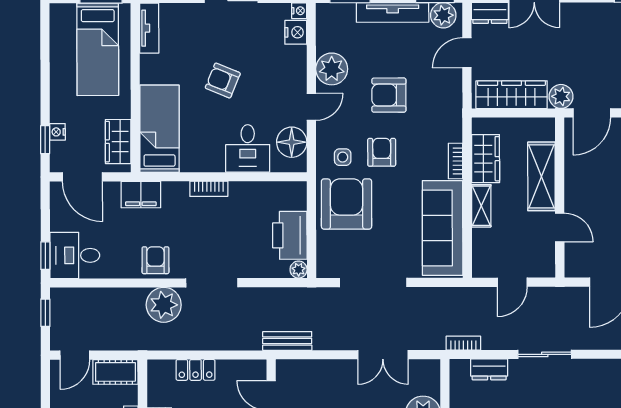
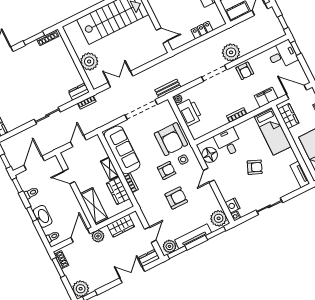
plant: (332, 69) -> (219, 218), moved
wardrobe: (512, 95) -> (121, 226), width x0.67
armchair: (382, 152) -> (167, 170), turned -90
shelving: (541, 176) -> (94, 206), moved
bench: (287, 341) -> (168, 89), moved
dresser: (489, 369) -> (79, 92), moved

